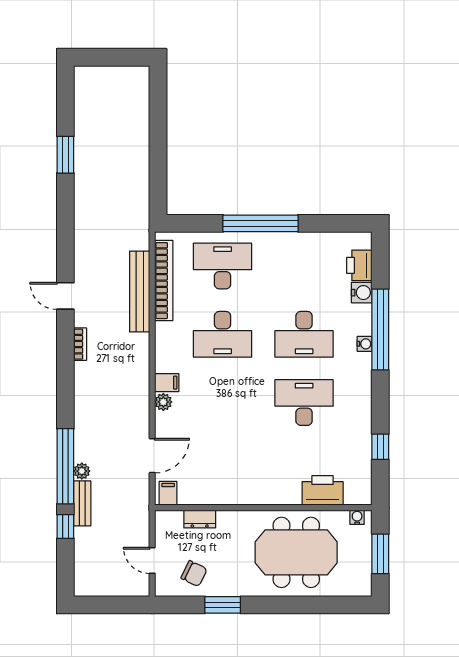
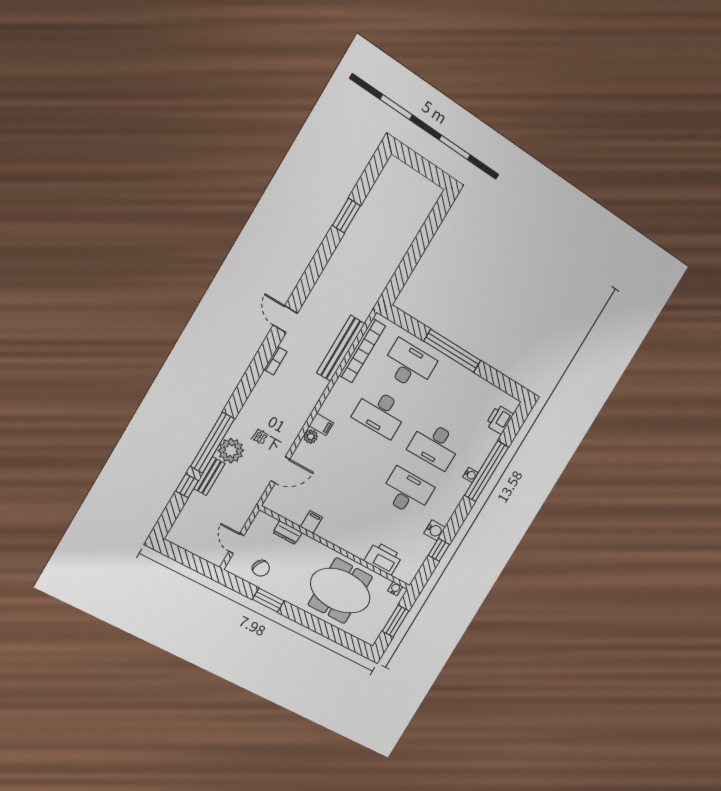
water cooler: (362, 293) -> (435, 530), moved
plant: (82, 471) -> (231, 451), width x1.87, depth x1.87
filing cabinet: (168, 493) -> (312, 522), moved

